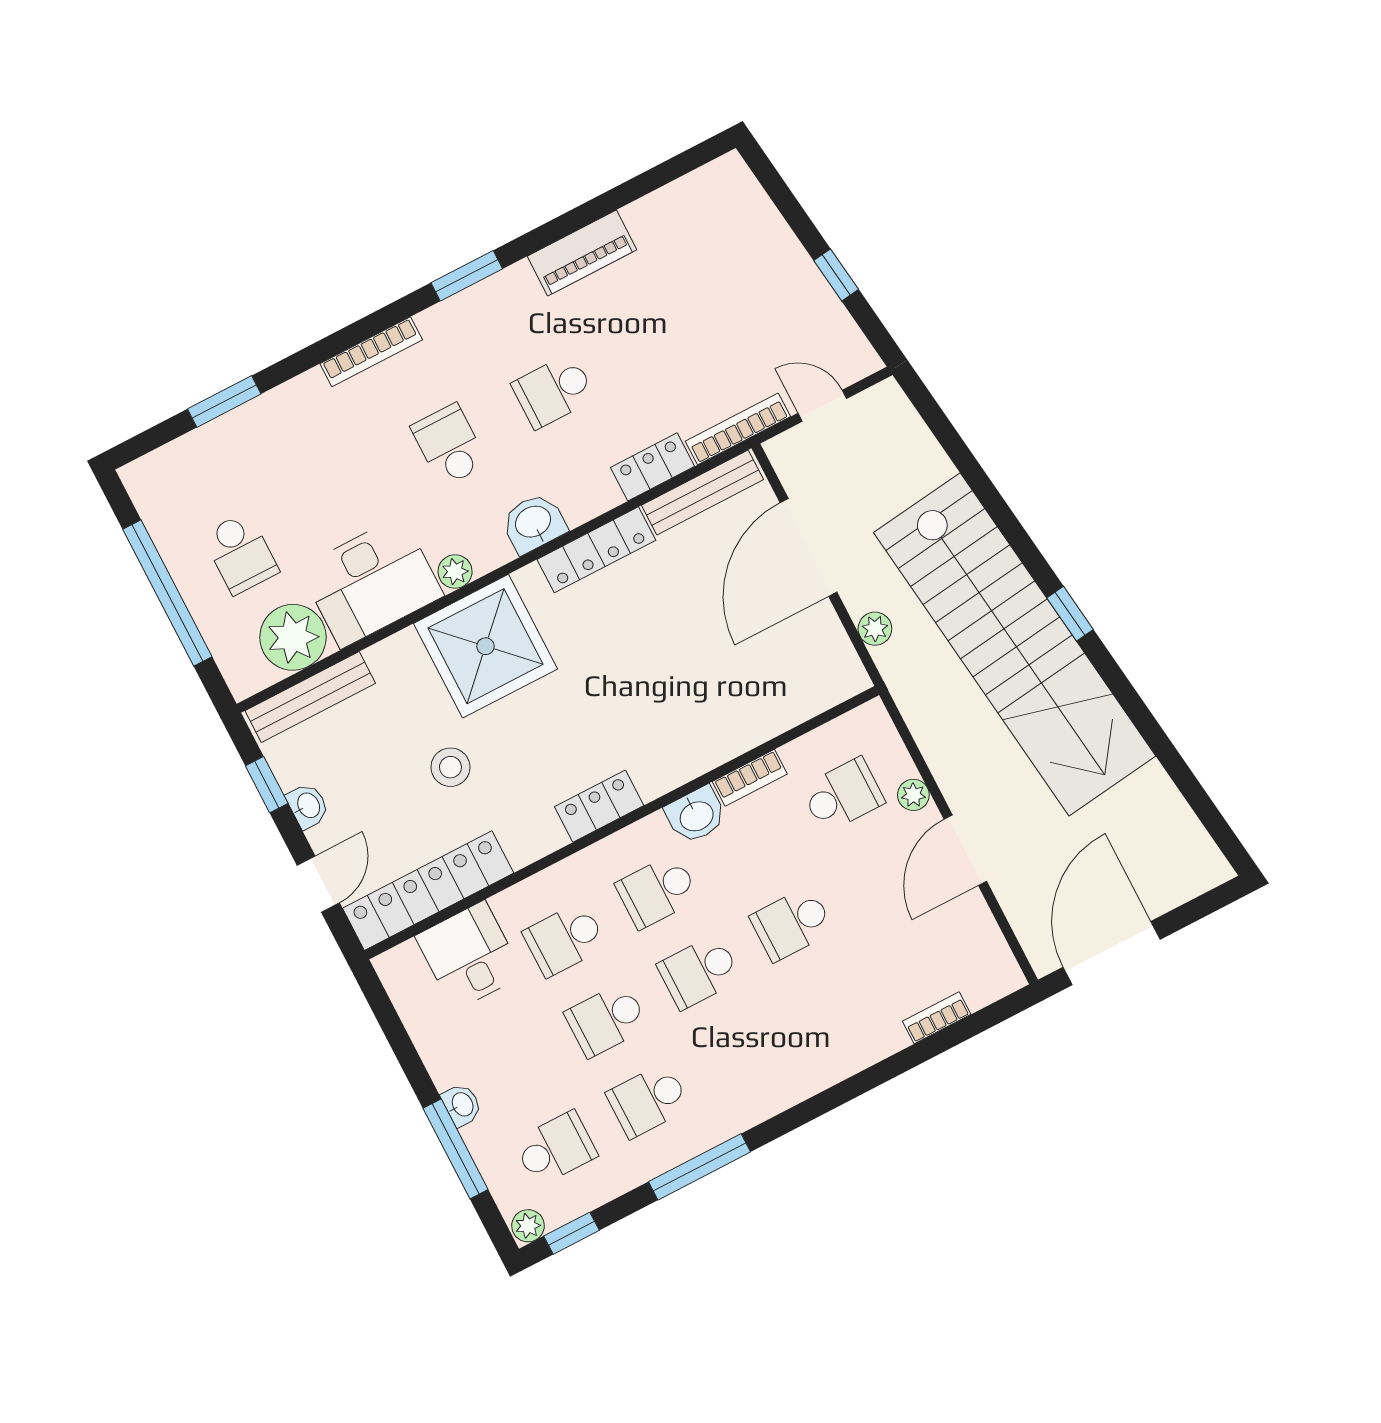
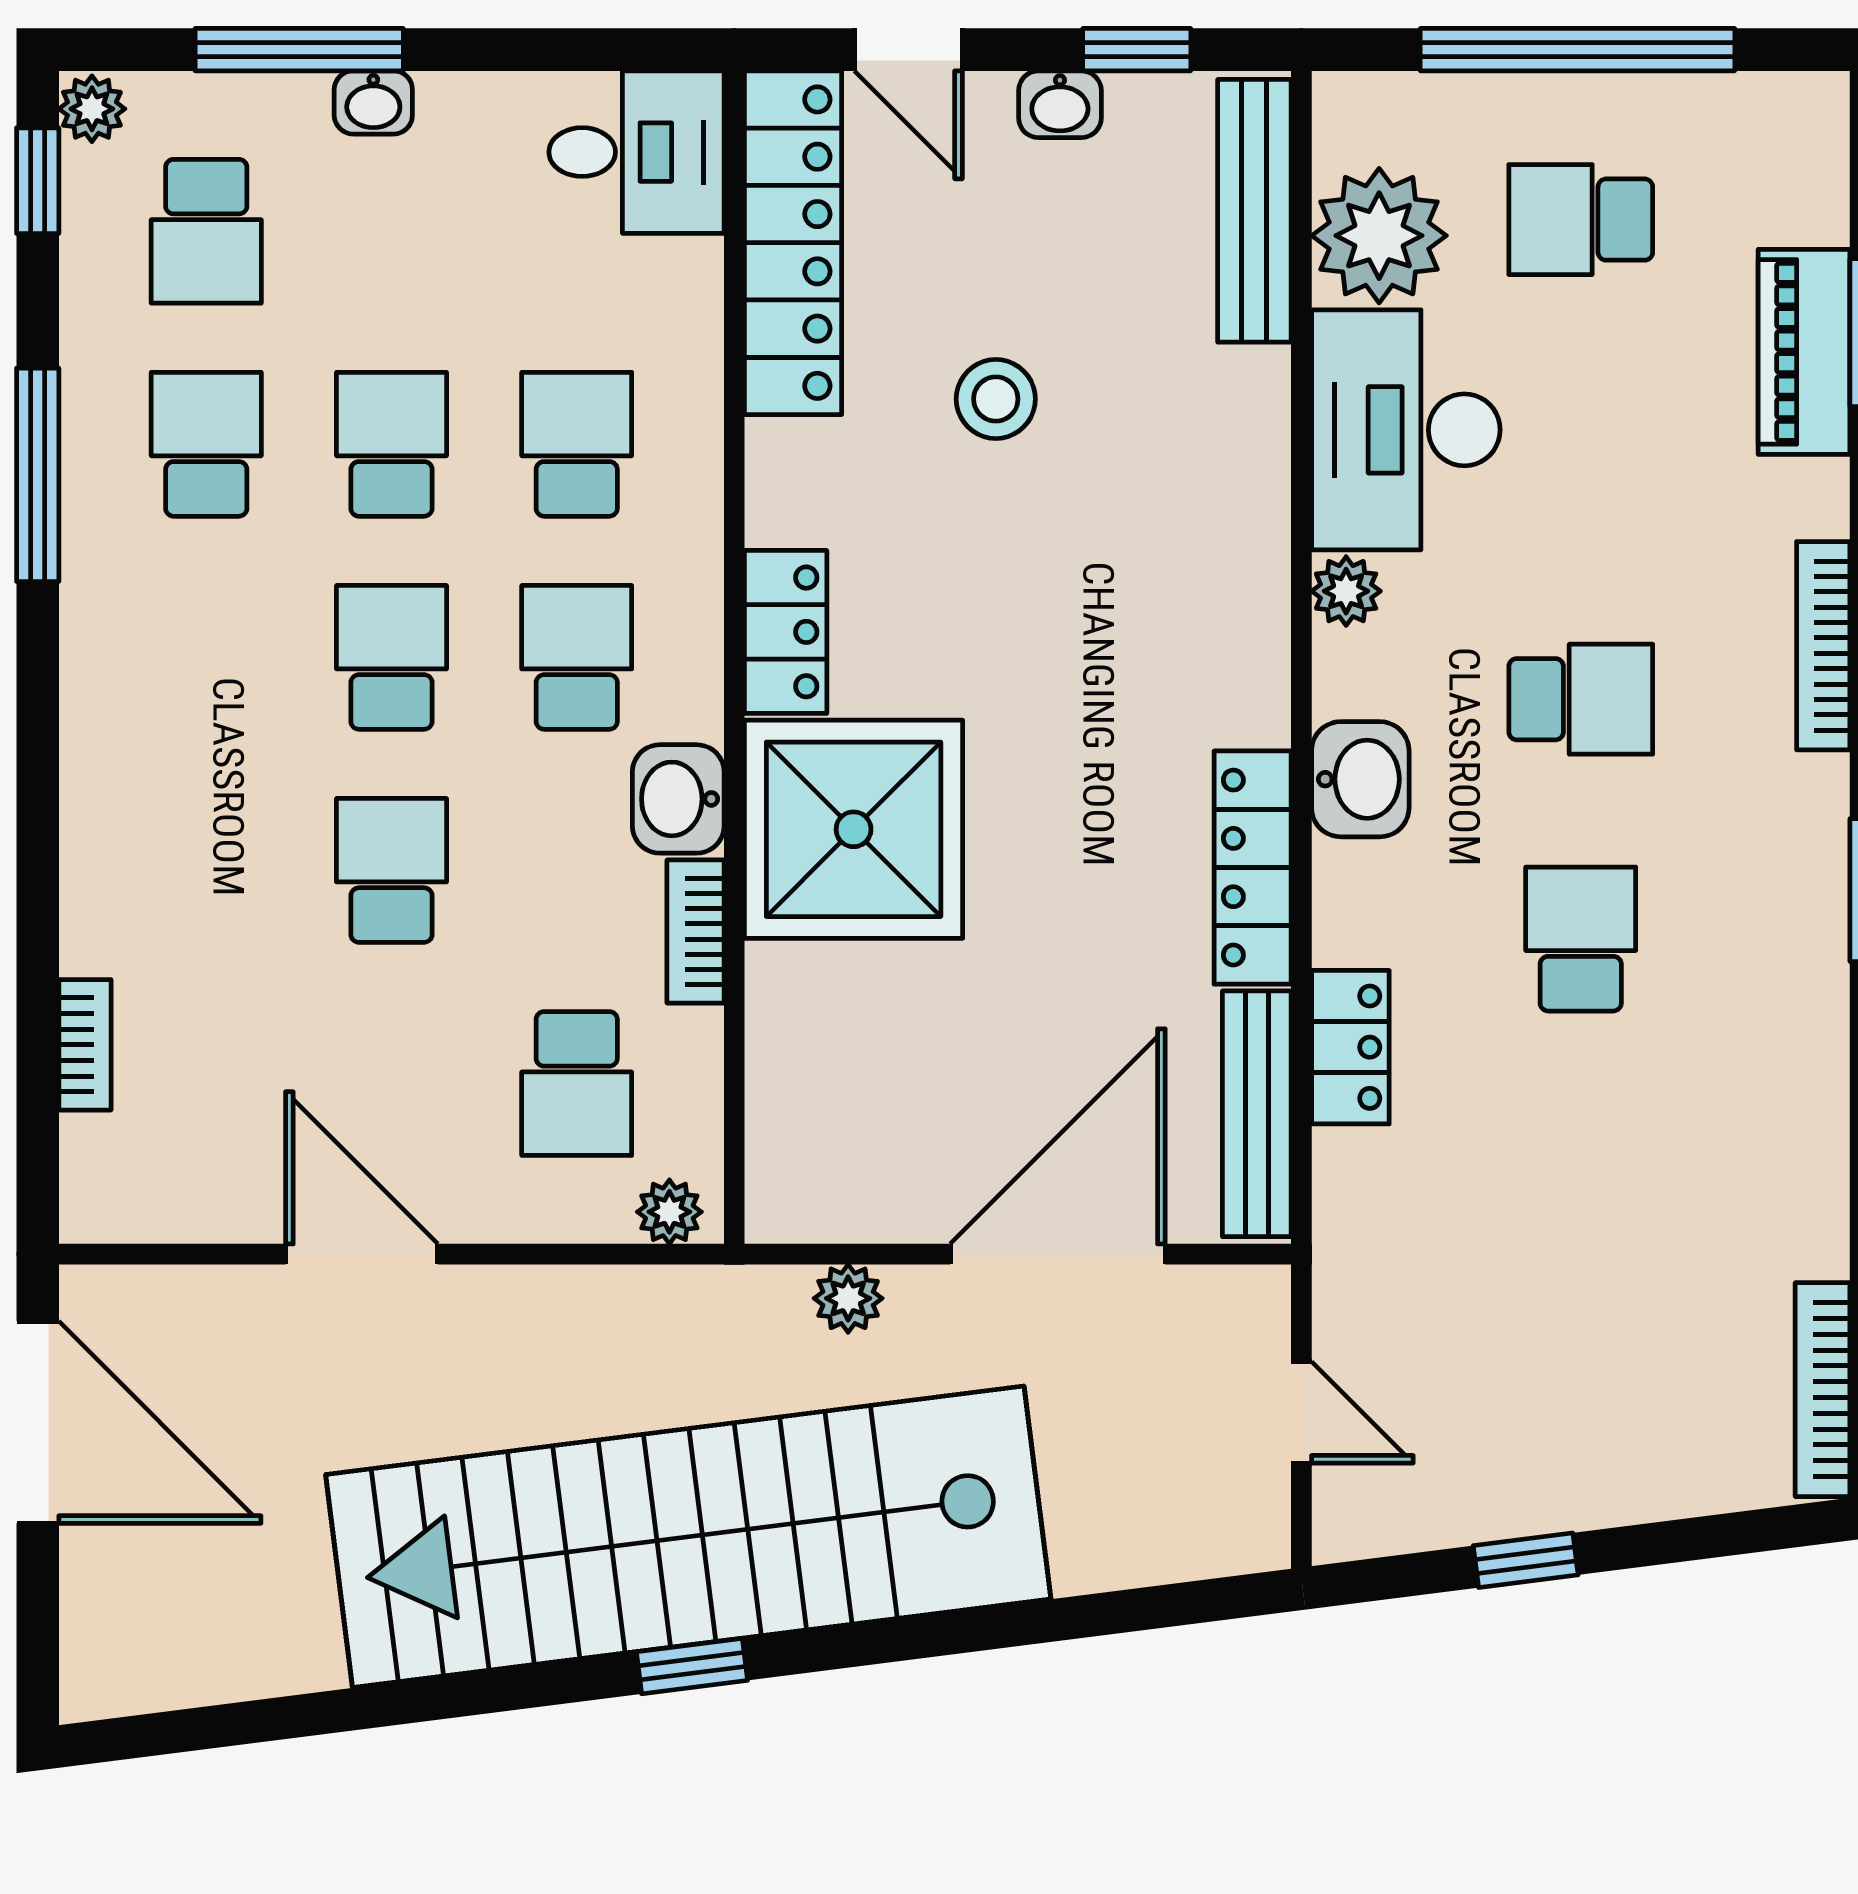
piano: (582, 253) -> (1804, 352), moved
door: (822, 406) -> (1301, 1412), hinge flipped
bookcase: (738, 429) -> (1823, 1390), moved, turned 180
door: (808, 547) -> (1058, 1254), hinge flipped
shower: (485, 646) -> (854, 829), moved
plant: (913, 795) -> (669, 1212), moved
desk: (469, 956) -> (636, 152), moved

